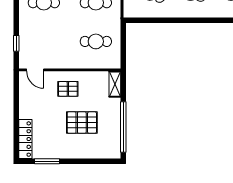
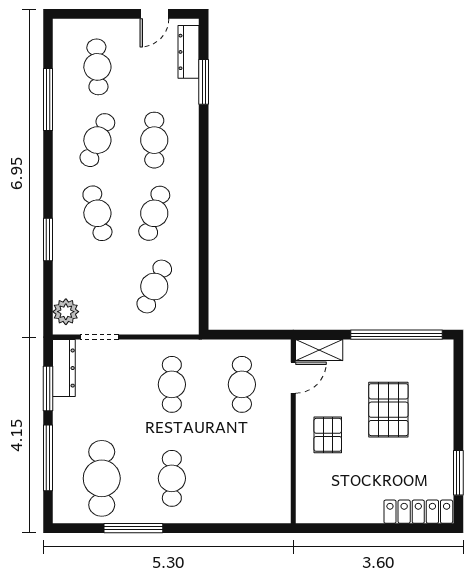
window: (16, 43) -> (245, 528), removed
door: (35, 70) -> (293, 378), moved

